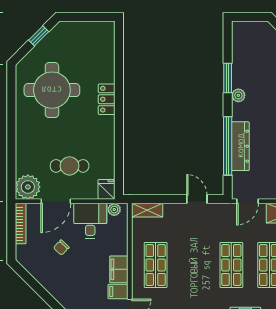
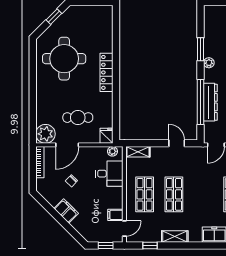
locker: (107, 99) -> (107, 72), width x1.53
desk: (90, 221) -> (109, 174), moved, turned 90
shop shelf: (231, 265) -> (174, 194), moved
filing cabinet: (119, 269) -> (66, 211), moved, turned 135

